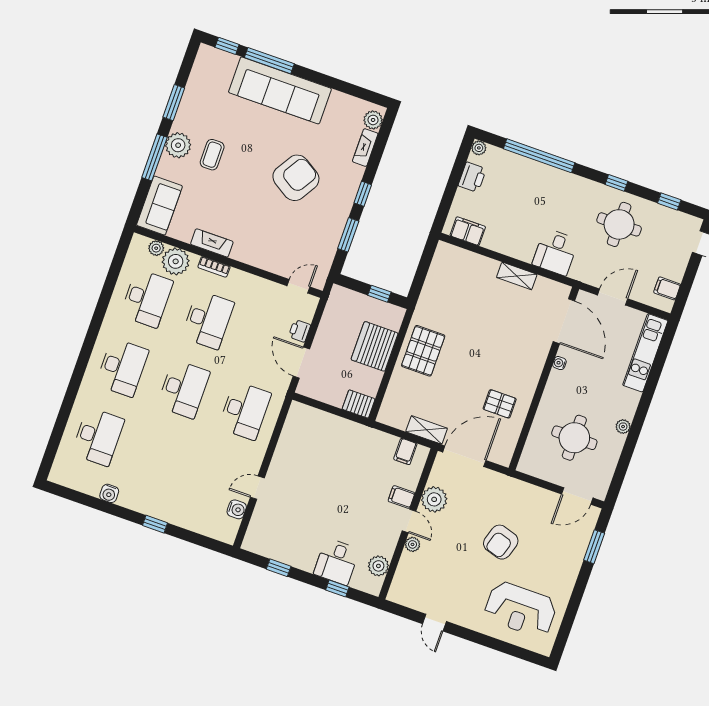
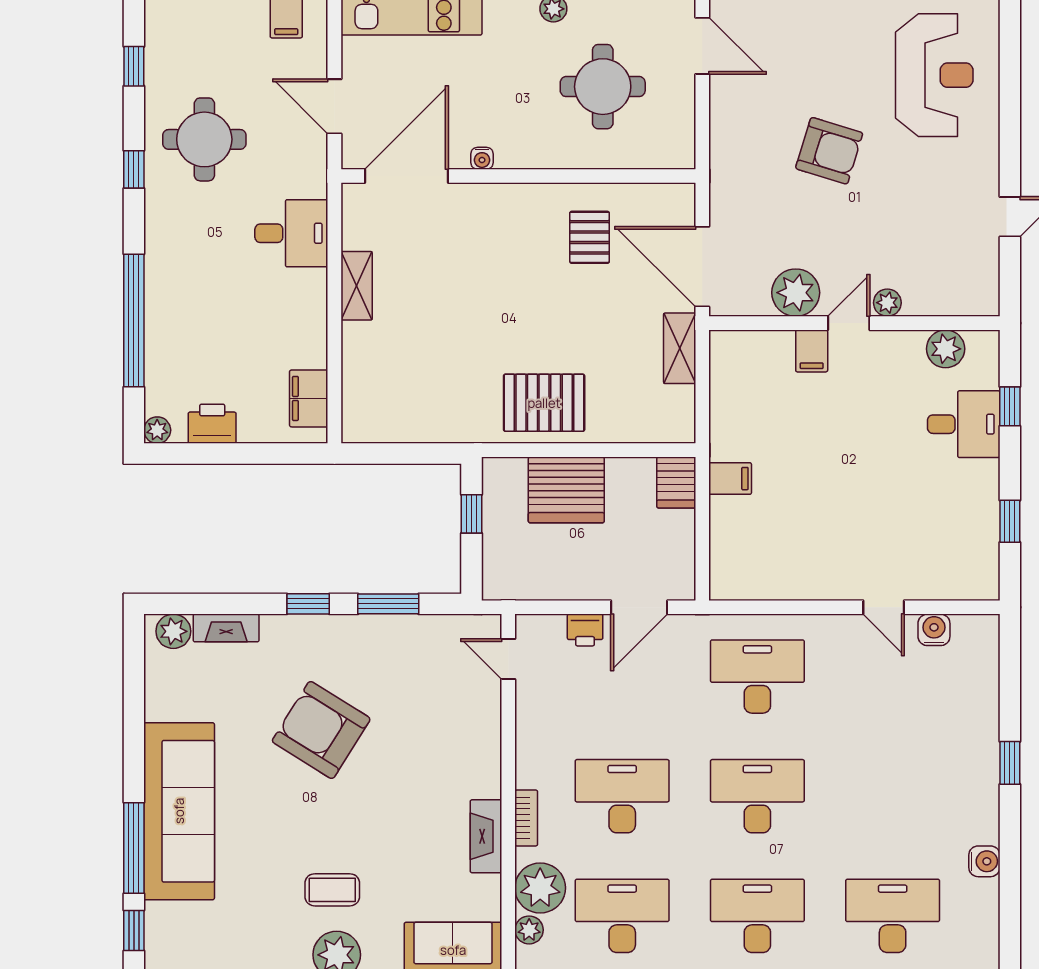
filing cabinet: (405, 451) -> (730, 479), moved

